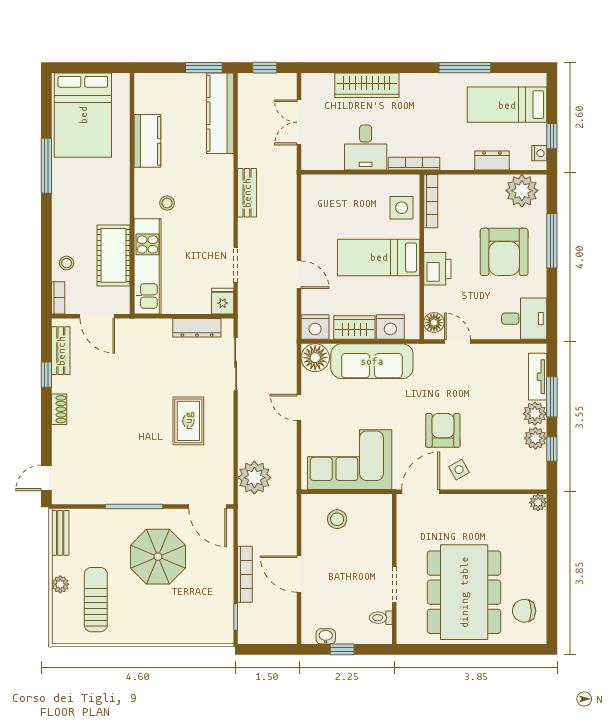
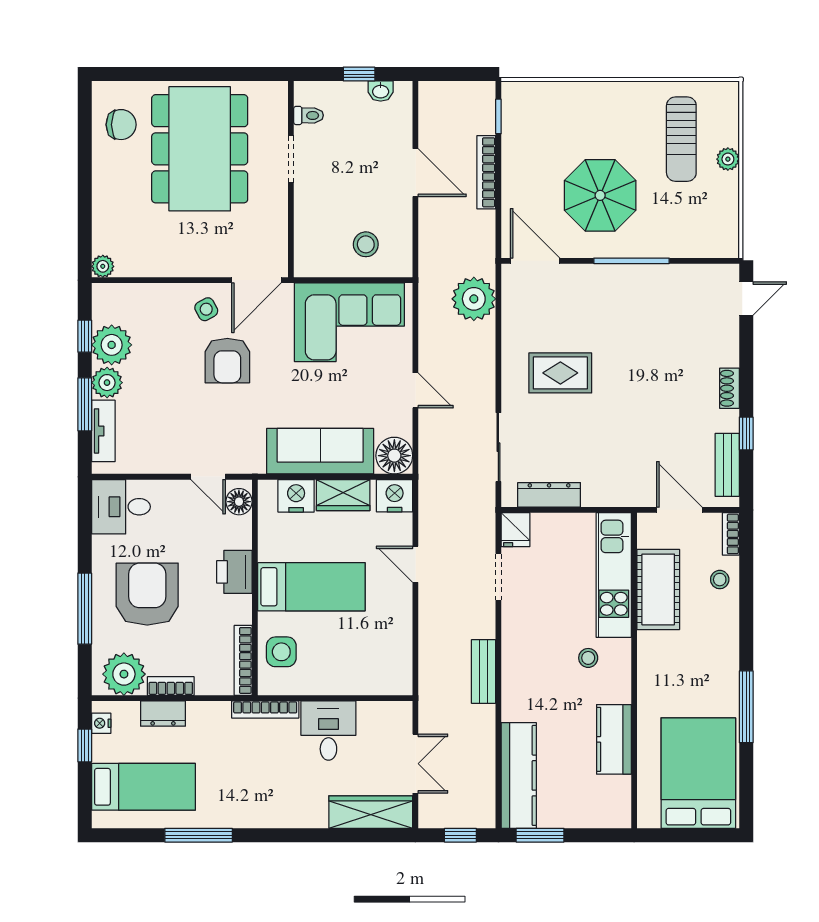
wardrobe: (367, 85) -> (371, 812), moved
bookcase: (486, 182) -> (171, 686), added
rug: (188, 421) -> (560, 373), turned 90
plant: (535, 438) -> (112, 345), width x1.36, depth x1.36
bench: (60, 533) -> (728, 227), removed

